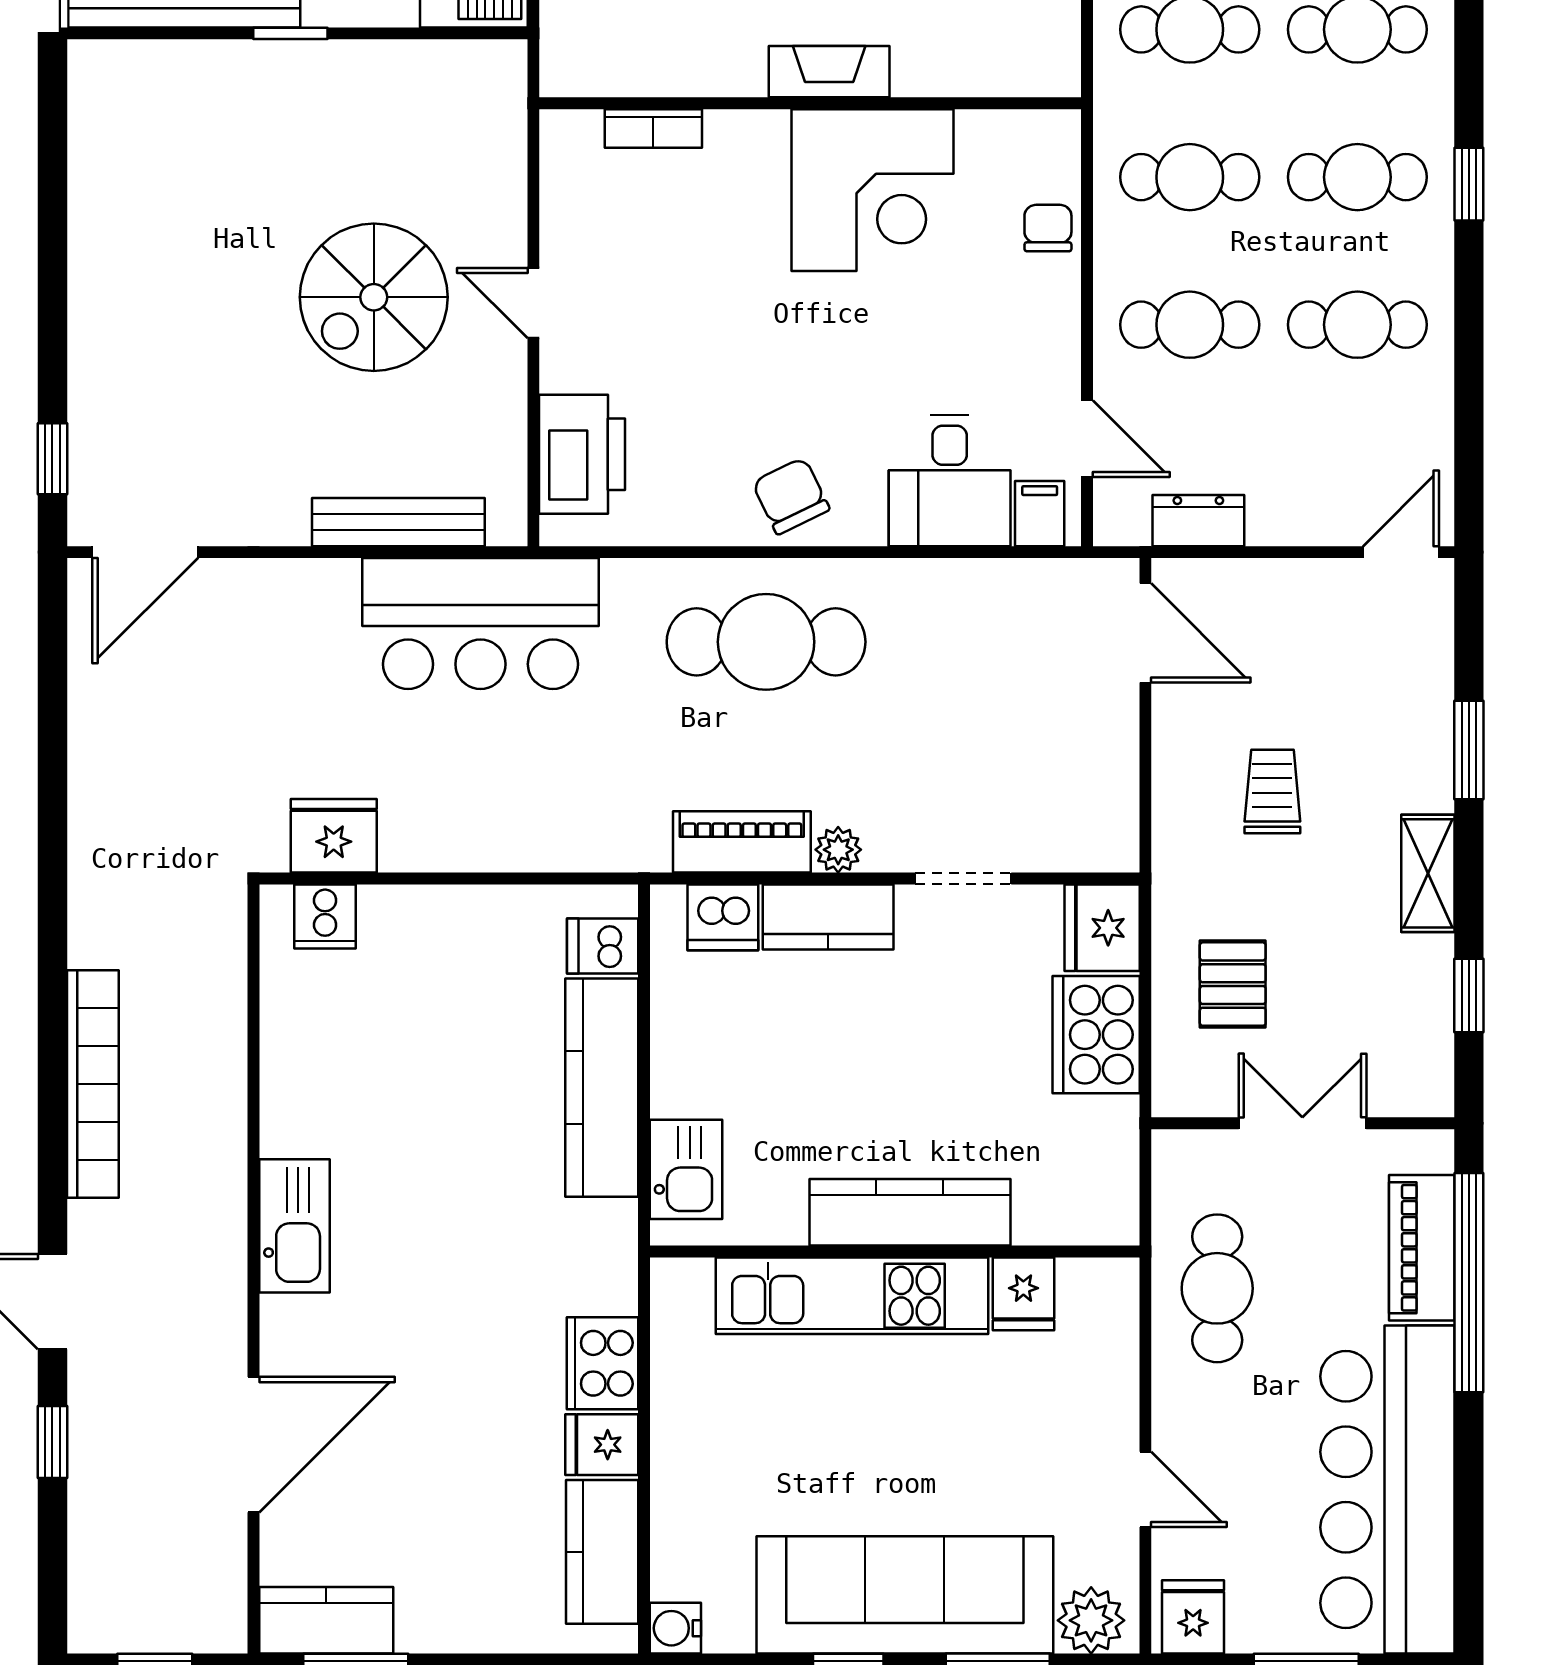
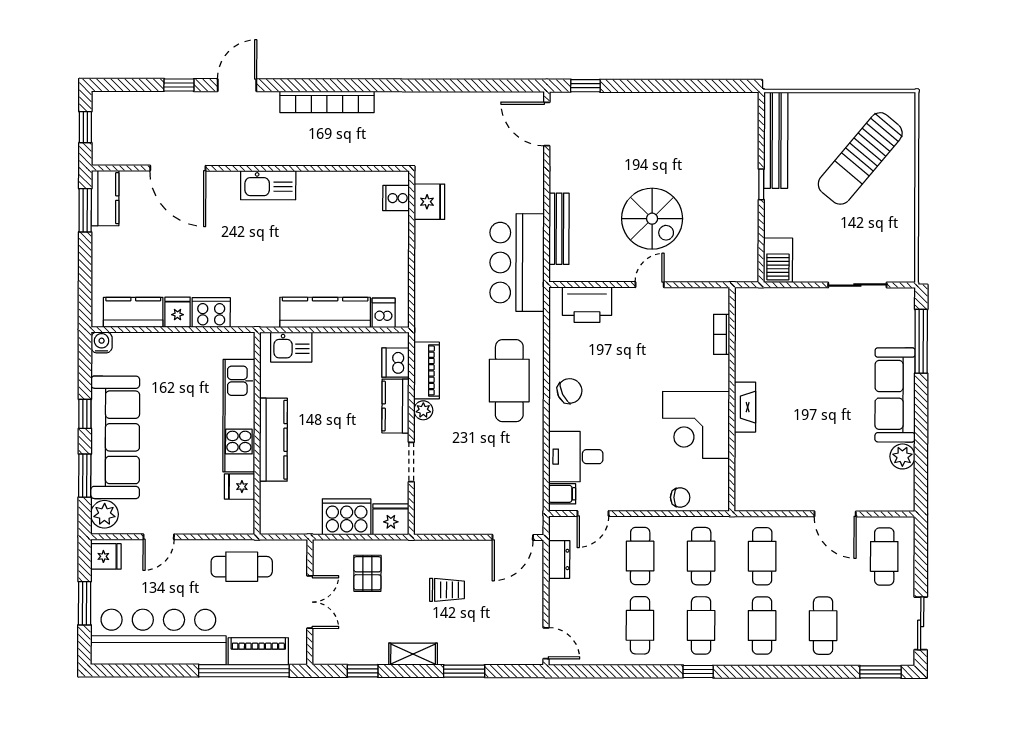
spiral stairs: (374, 297) -> (652, 219), turned 180
pallet: (1233, 984) -> (367, 573), turned 90

